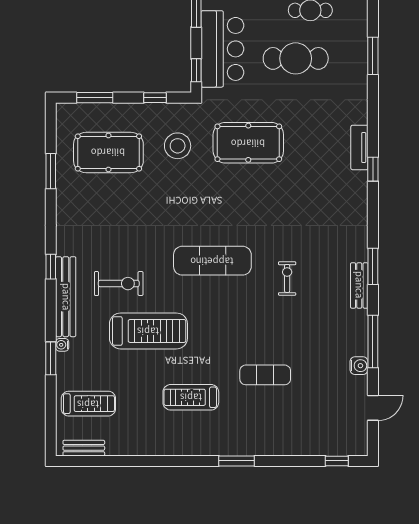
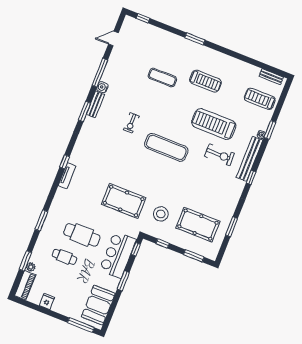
exercise bike: (119, 284) -> (219, 155), turned 180
water cooler: (359, 366) -> (102, 87), moved

